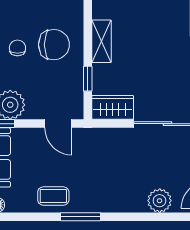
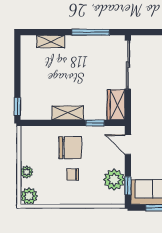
chair: (54, 45) -> (70, 148), turned 90
door: (58, 124) -> (128, 144), swing flipped

